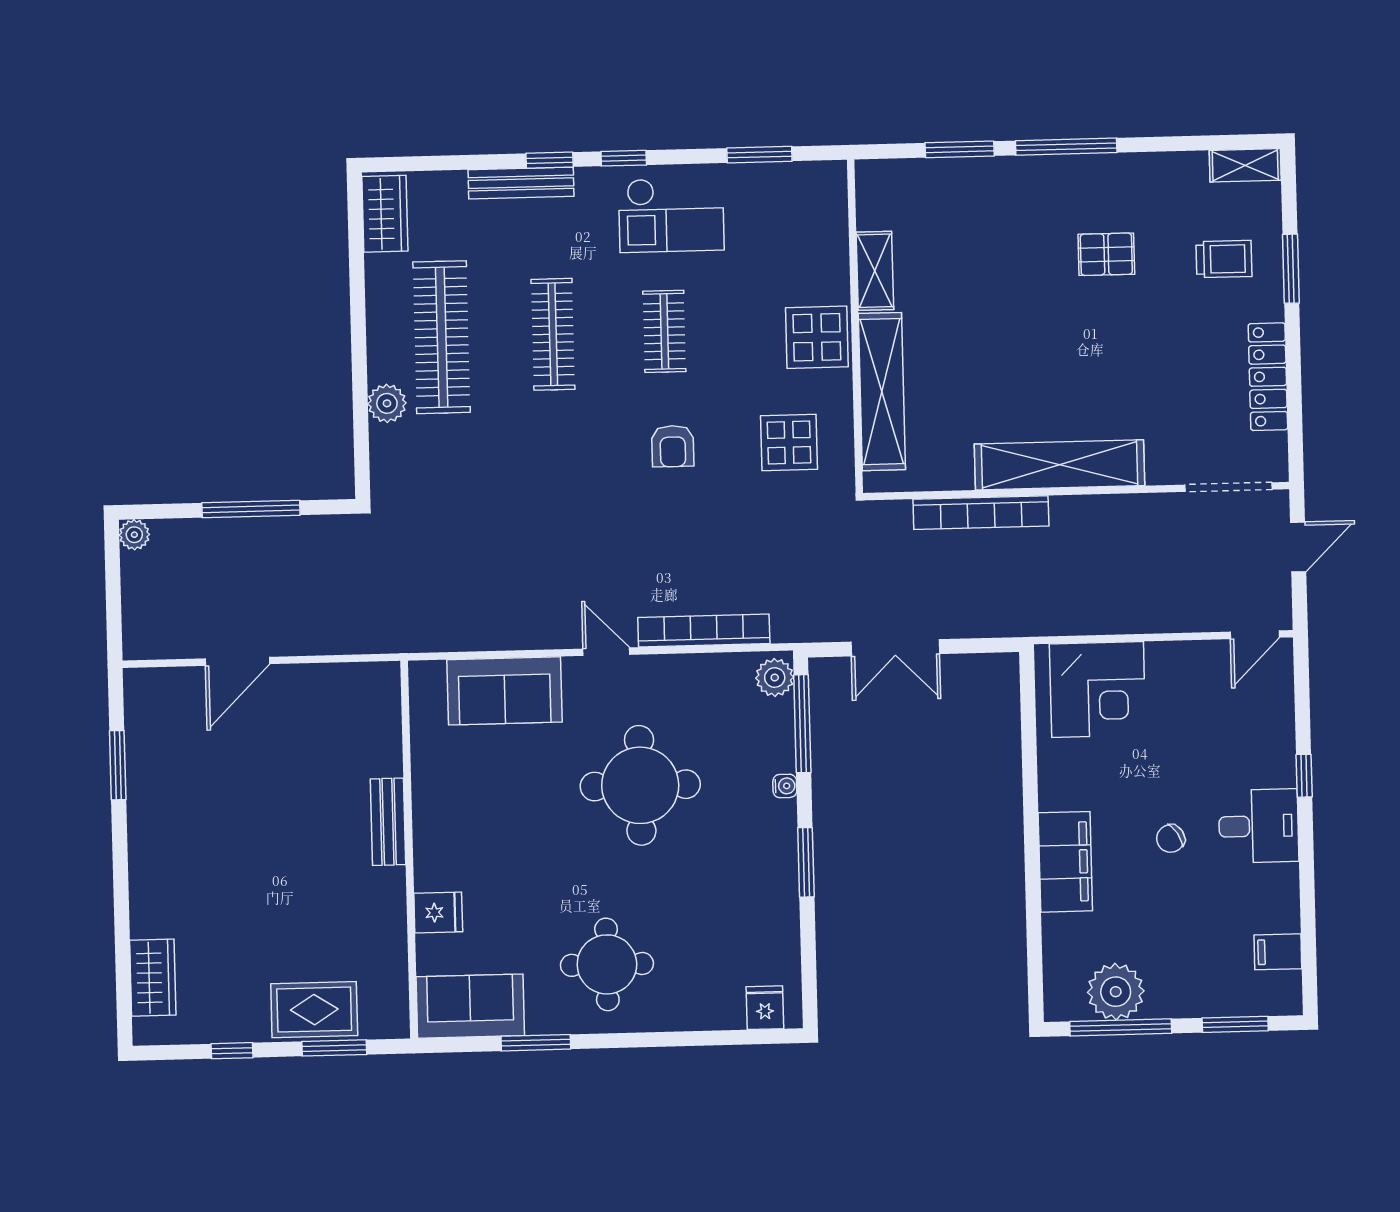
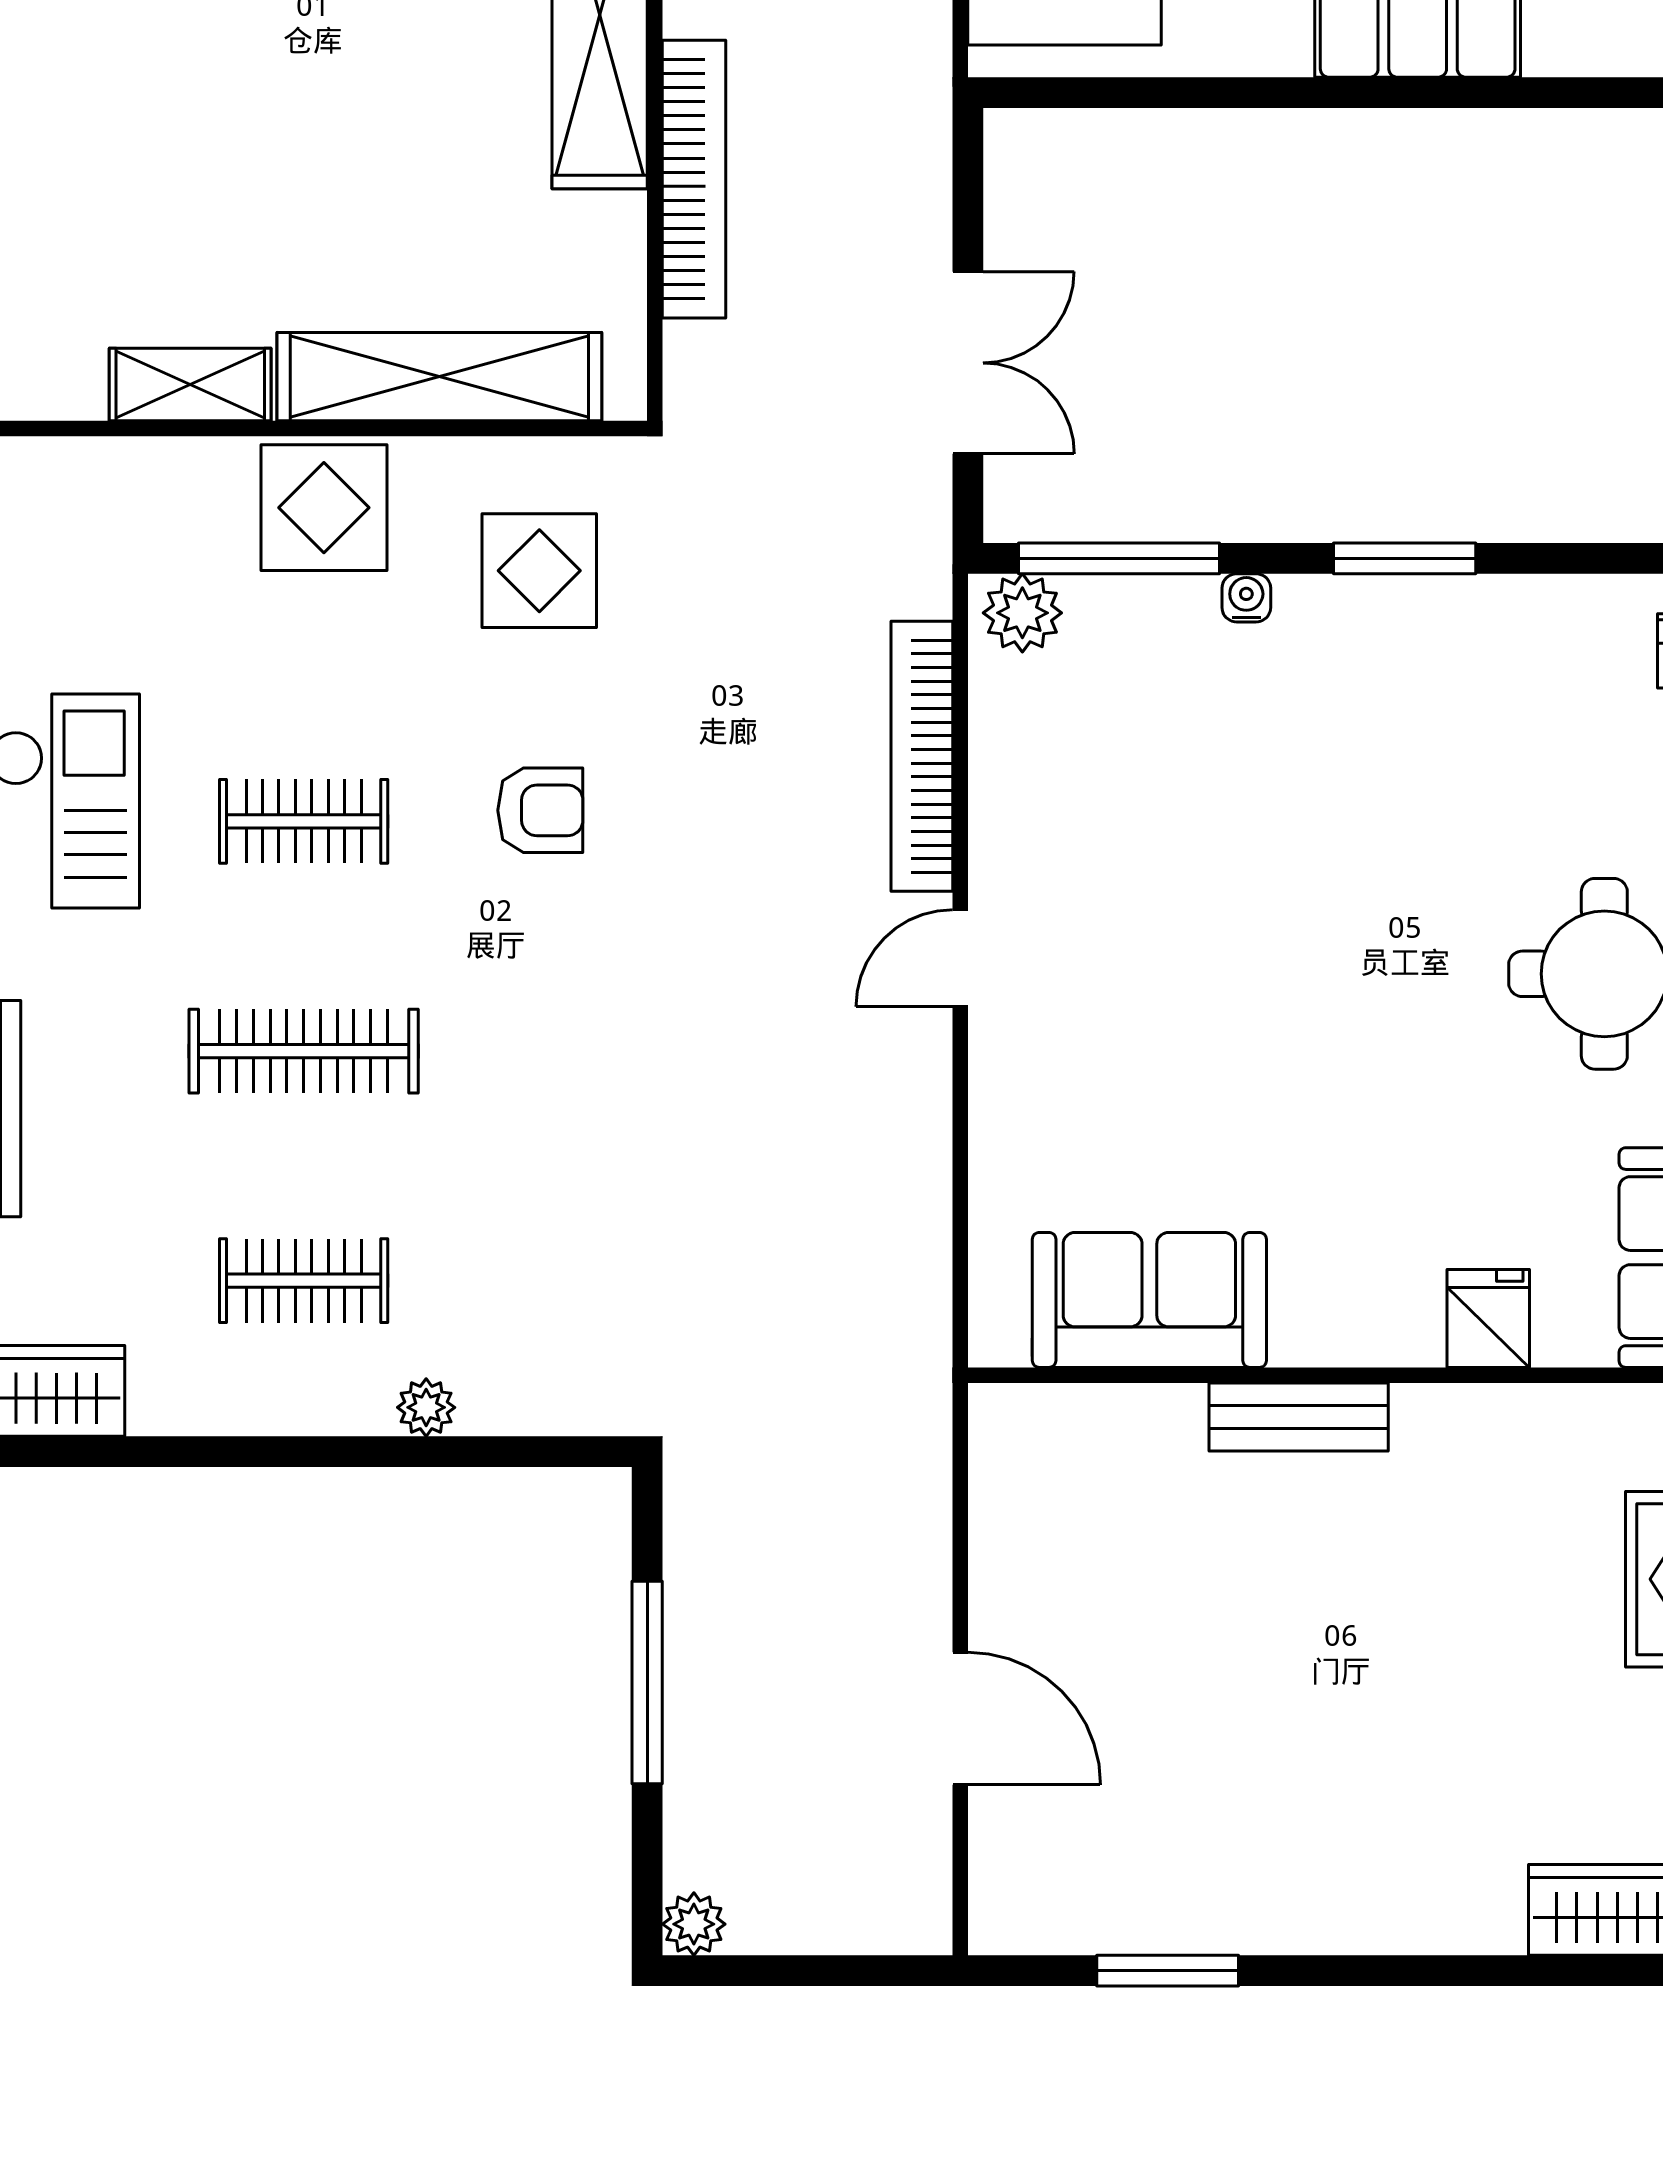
clothes rail: (442, 337) -> (304, 1281), width x0.54, depth x0.76
plant: (387, 403) -> (426, 1407), width x0.73, depth x0.73
sofa: (505, 691) -> (1149, 1300), moved, turned -90
round table: (640, 785) -> (1237, 896), removed

